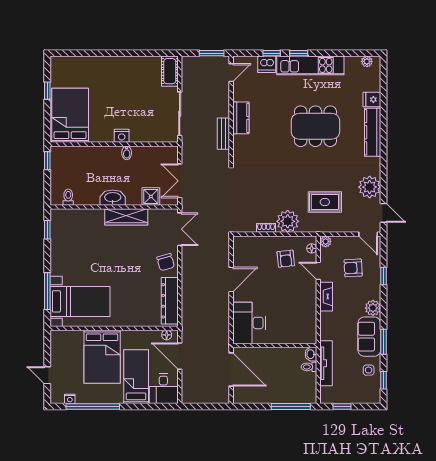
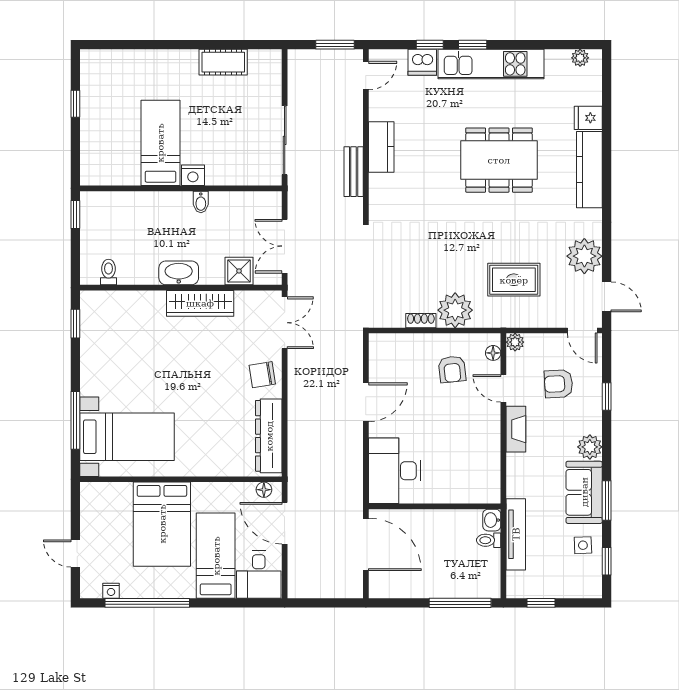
cot: (170, 71) -> (223, 62), moved, turned 90
bed: (70, 115) -> (160, 143), moved, width x0.67
chair: (166, 262) -> (262, 375), turned 97

